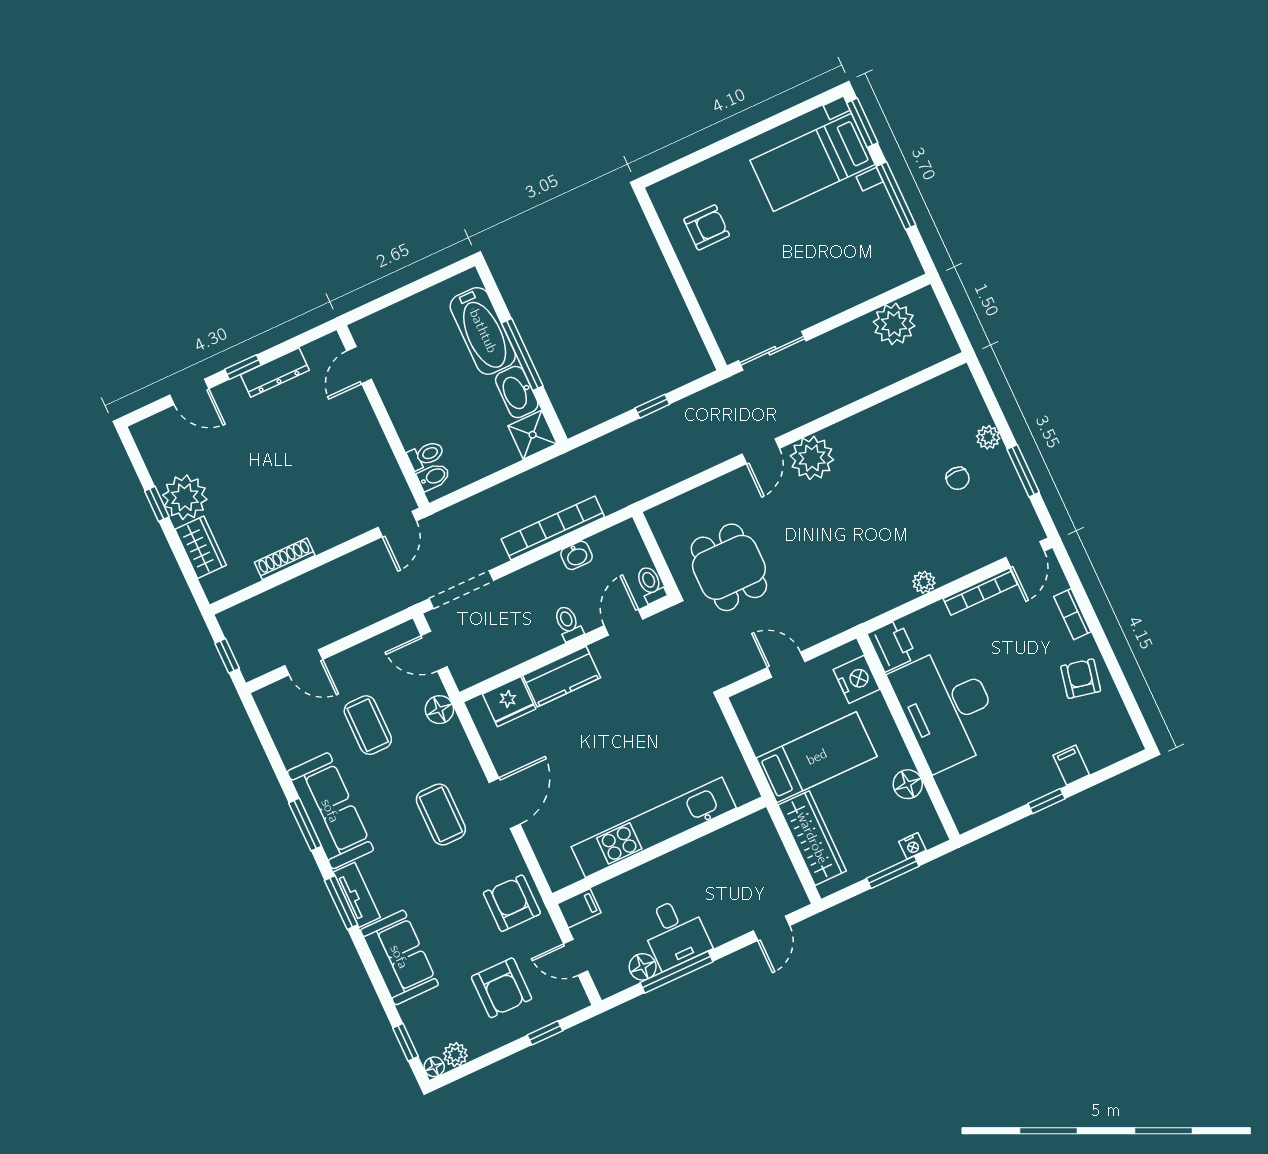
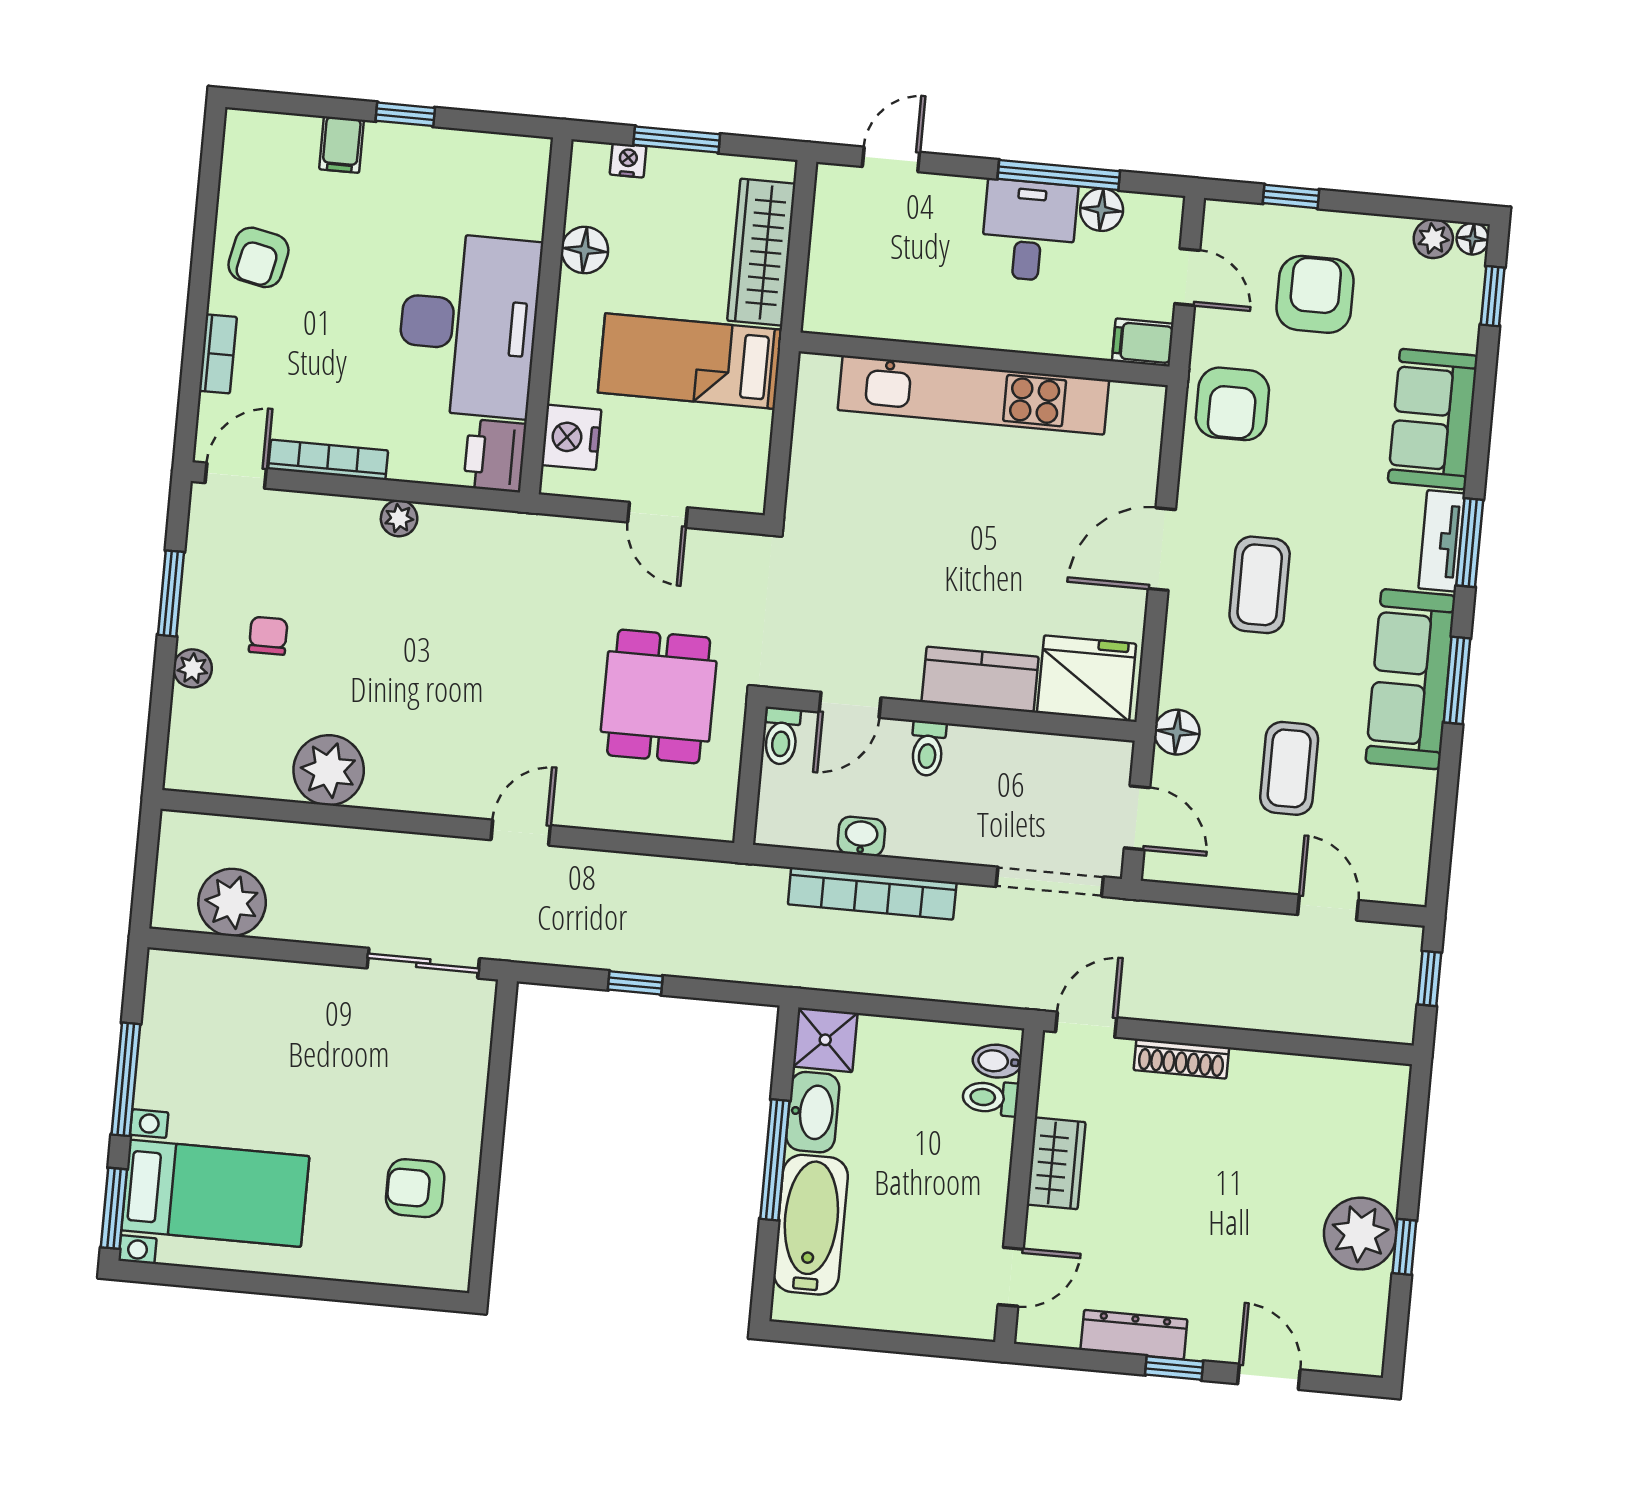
plant: (812, 458) -> (329, 770), moved
wardrobe: (201, 547) -> (1056, 1163), moved, turned 180
shoe rack: (285, 559) -> (1181, 1059), moved
fridge: (509, 702) -> (1087, 678), width x1.36, depth x1.34

